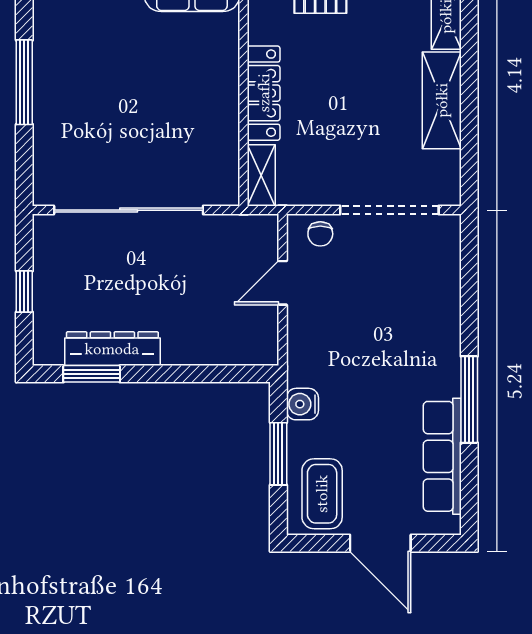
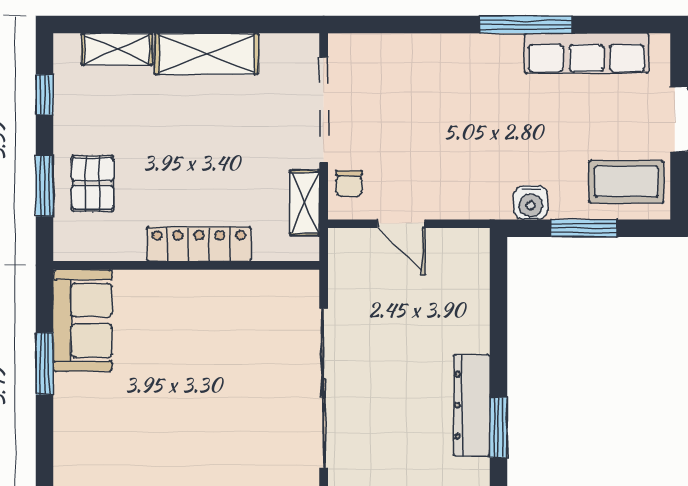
shelving: (261, 175) -> (305, 203), moved, turned 90
chair: (320, 234) -> (349, 183), turned 90

